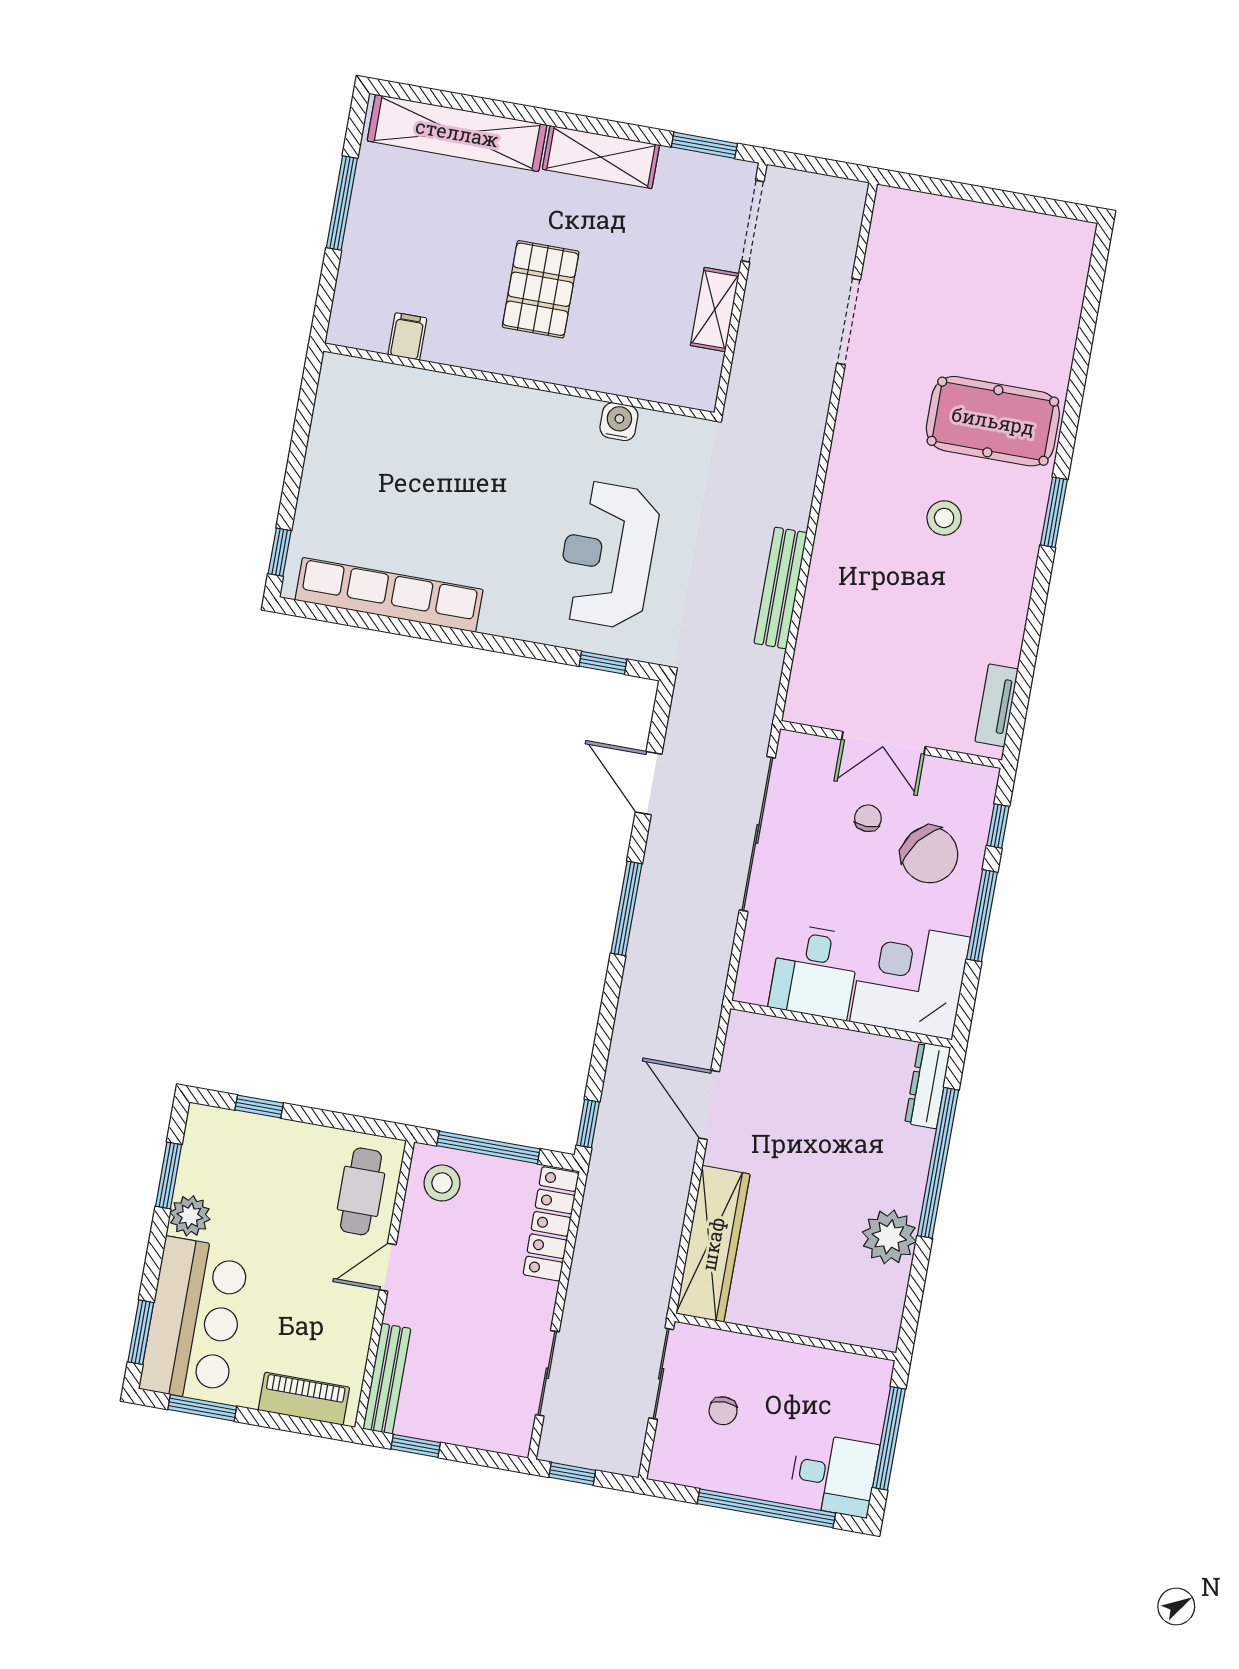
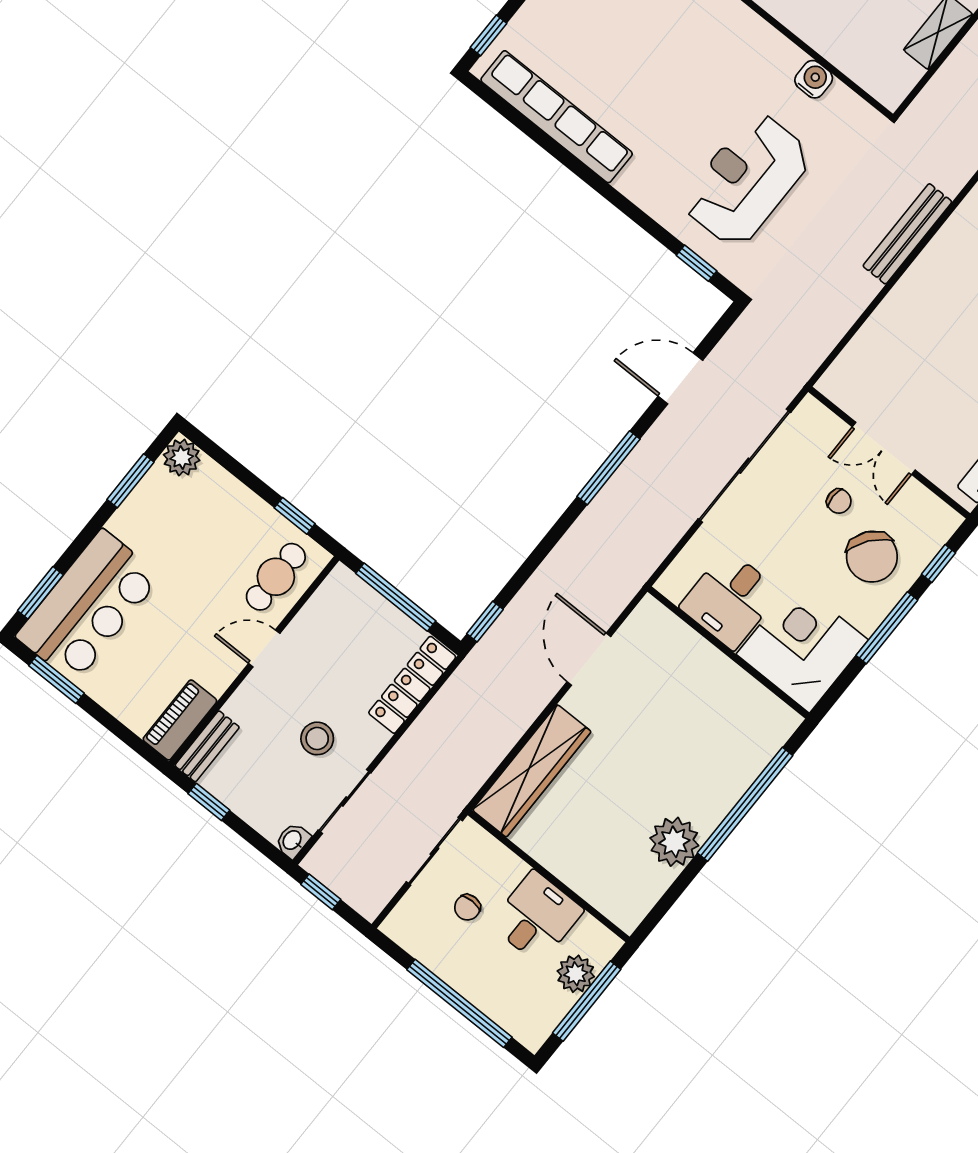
bench: (781, 588) -> (907, 234), moved
door: (649, 783) -> (680, 378), hinge flipped
chair: (868, 818) -> (839, 501), turned 90
dresser: (928, 1085) -> (770, 739), removed
window: (259, 1107) -> (295, 516), moved
stool: (442, 1183) -> (317, 738), moved
plant: (190, 1216) -> (182, 457), moved
bench: (387, 1379) -> (207, 746), width x0.73
piano: (304, 1399) -> (180, 720), moved, turned -90
plant: (864, 1418) -> (576, 974), added
washbasin: (518, 1439) -> (293, 840), added
desk: (834, 1475) -> (536, 917), moved, turned -90

